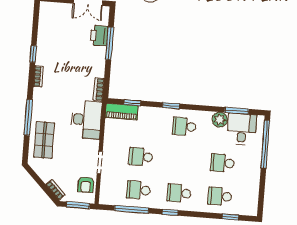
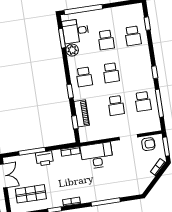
printer: (99, 36) -> (44, 158), moved
piano: (122, 112) -> (82, 113), moved
shop shelf: (44, 140) -> (31, 194), moved
school desk: (179, 193) -> (111, 73), moved

